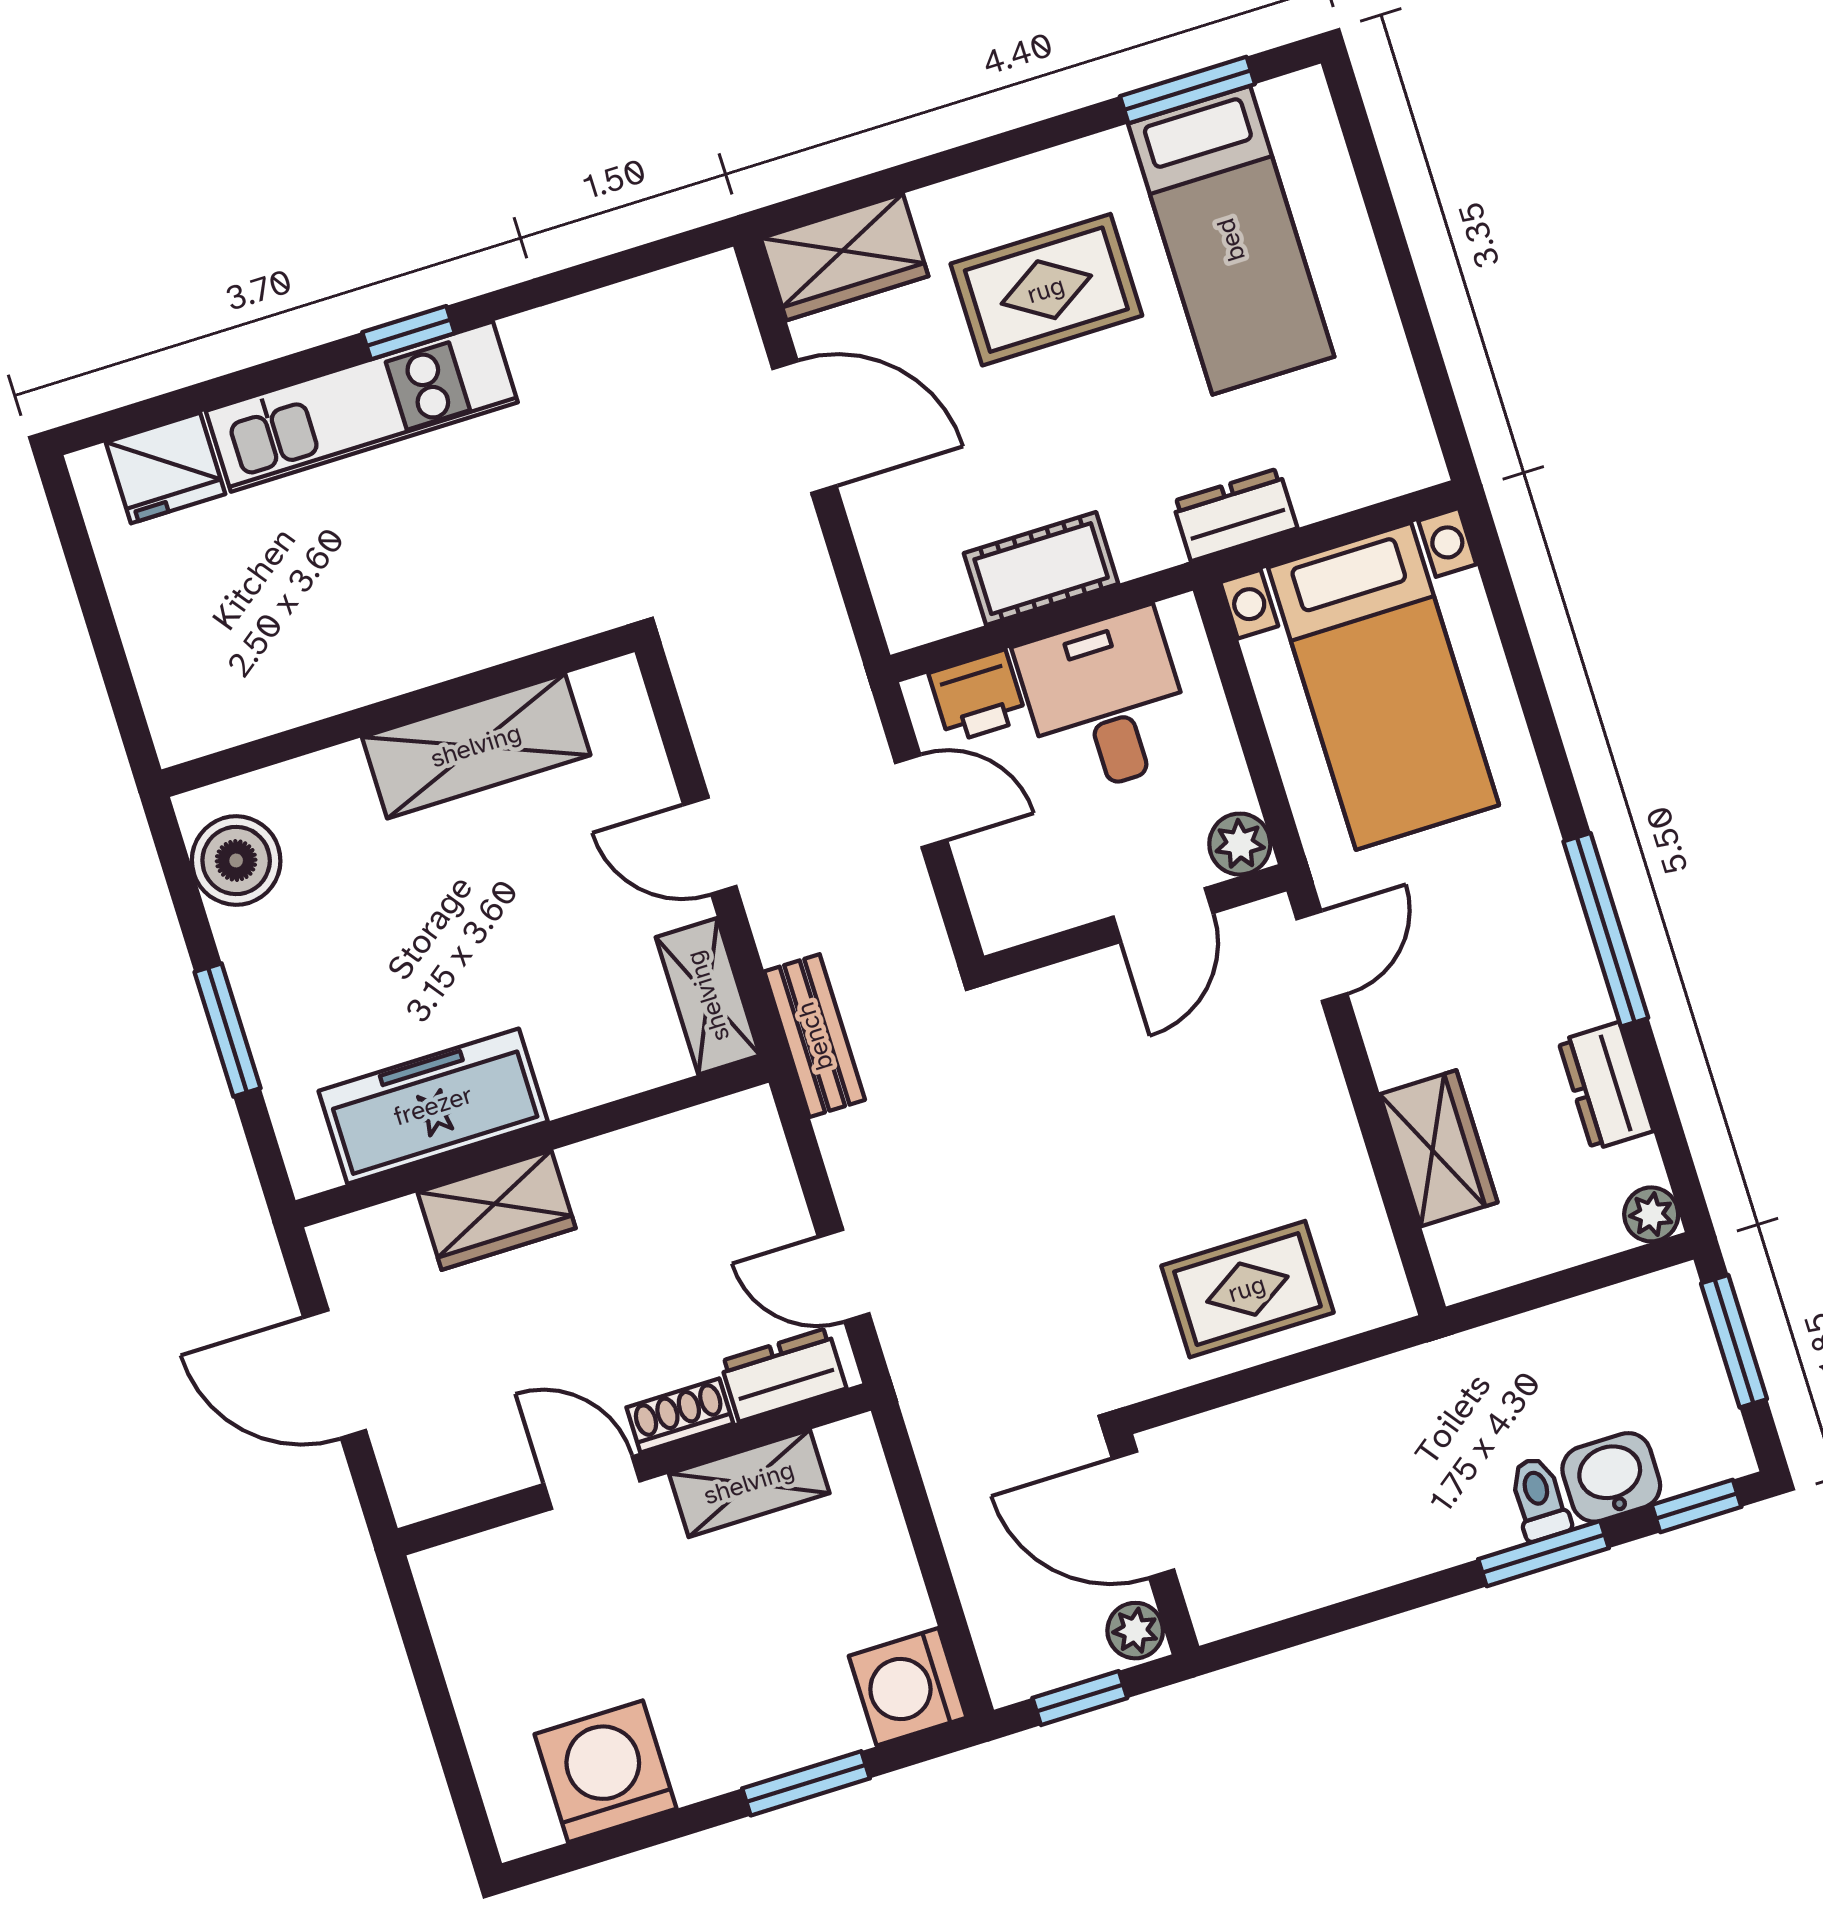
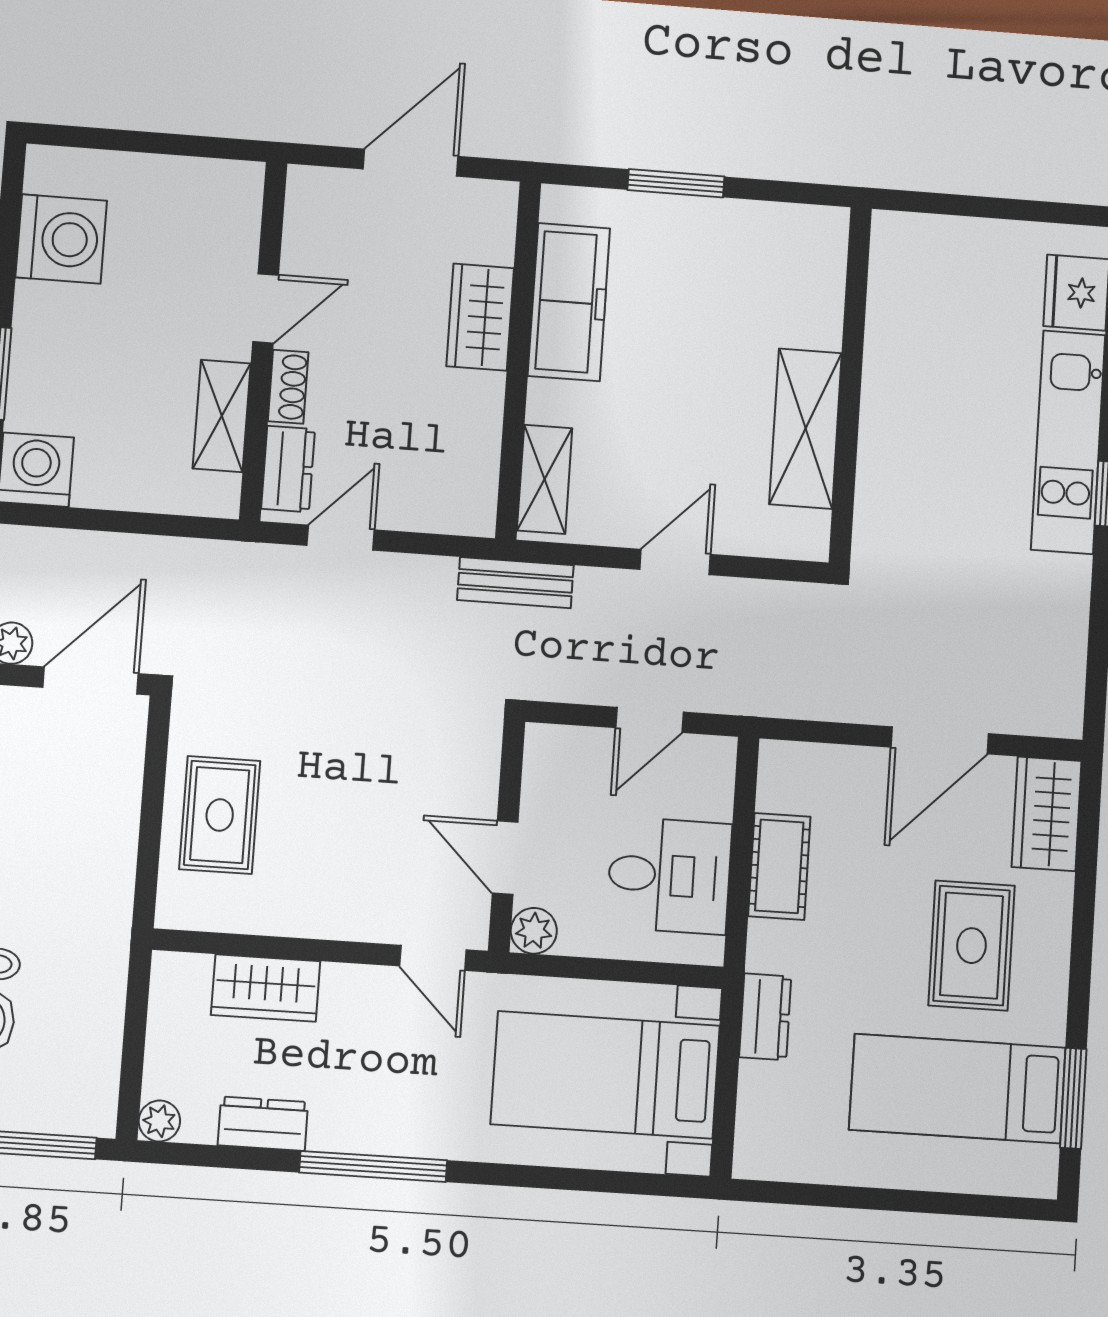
printer: (978, 696) -> (707, 788), removed
boiler: (236, 861) -> (790, 235), removed
shelving: (708, 996) -> (545, 479), moved, turned 90

